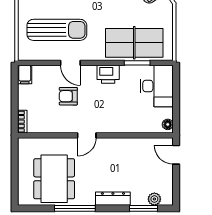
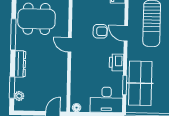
door: (70, 63) -> (126, 33), hinge flipped
armchair: (68, 96) -> (100, 31), turned 90

